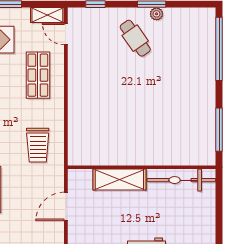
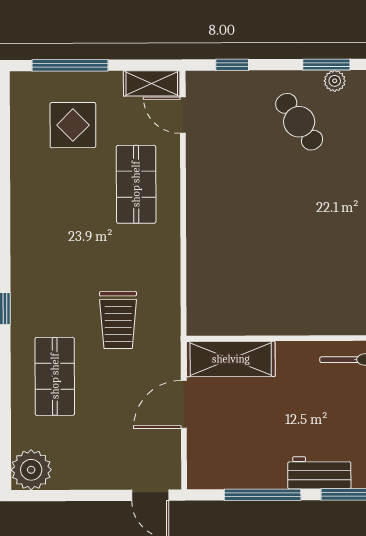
trolley: (38, 145) -> (118, 320), moved
shelving: (119, 179) -> (231, 359), moved

